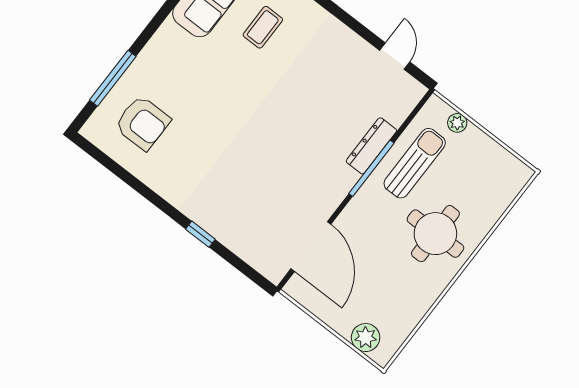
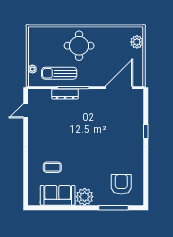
plant: (170, 43) -> (85, 197), added

